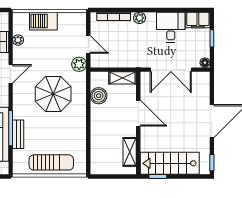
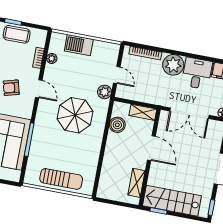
plant: (140, 18) -> (173, 65), width x1.88, depth x1.88
door: (11, 74) -> (39, 89), hinge flipped
bench: (18, 134) -> (35, 147), removed

